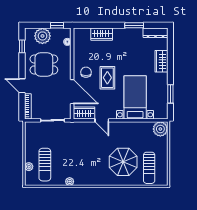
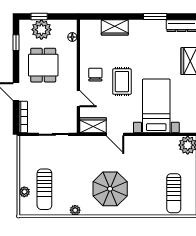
window: (57, 25) -> (39, 17), moved
dining table: (44, 64) -> (43, 65), turned 90
door: (72, 92) -> (78, 99), width x0.53
parasol: (123, 162) -> (110, 189), moved

